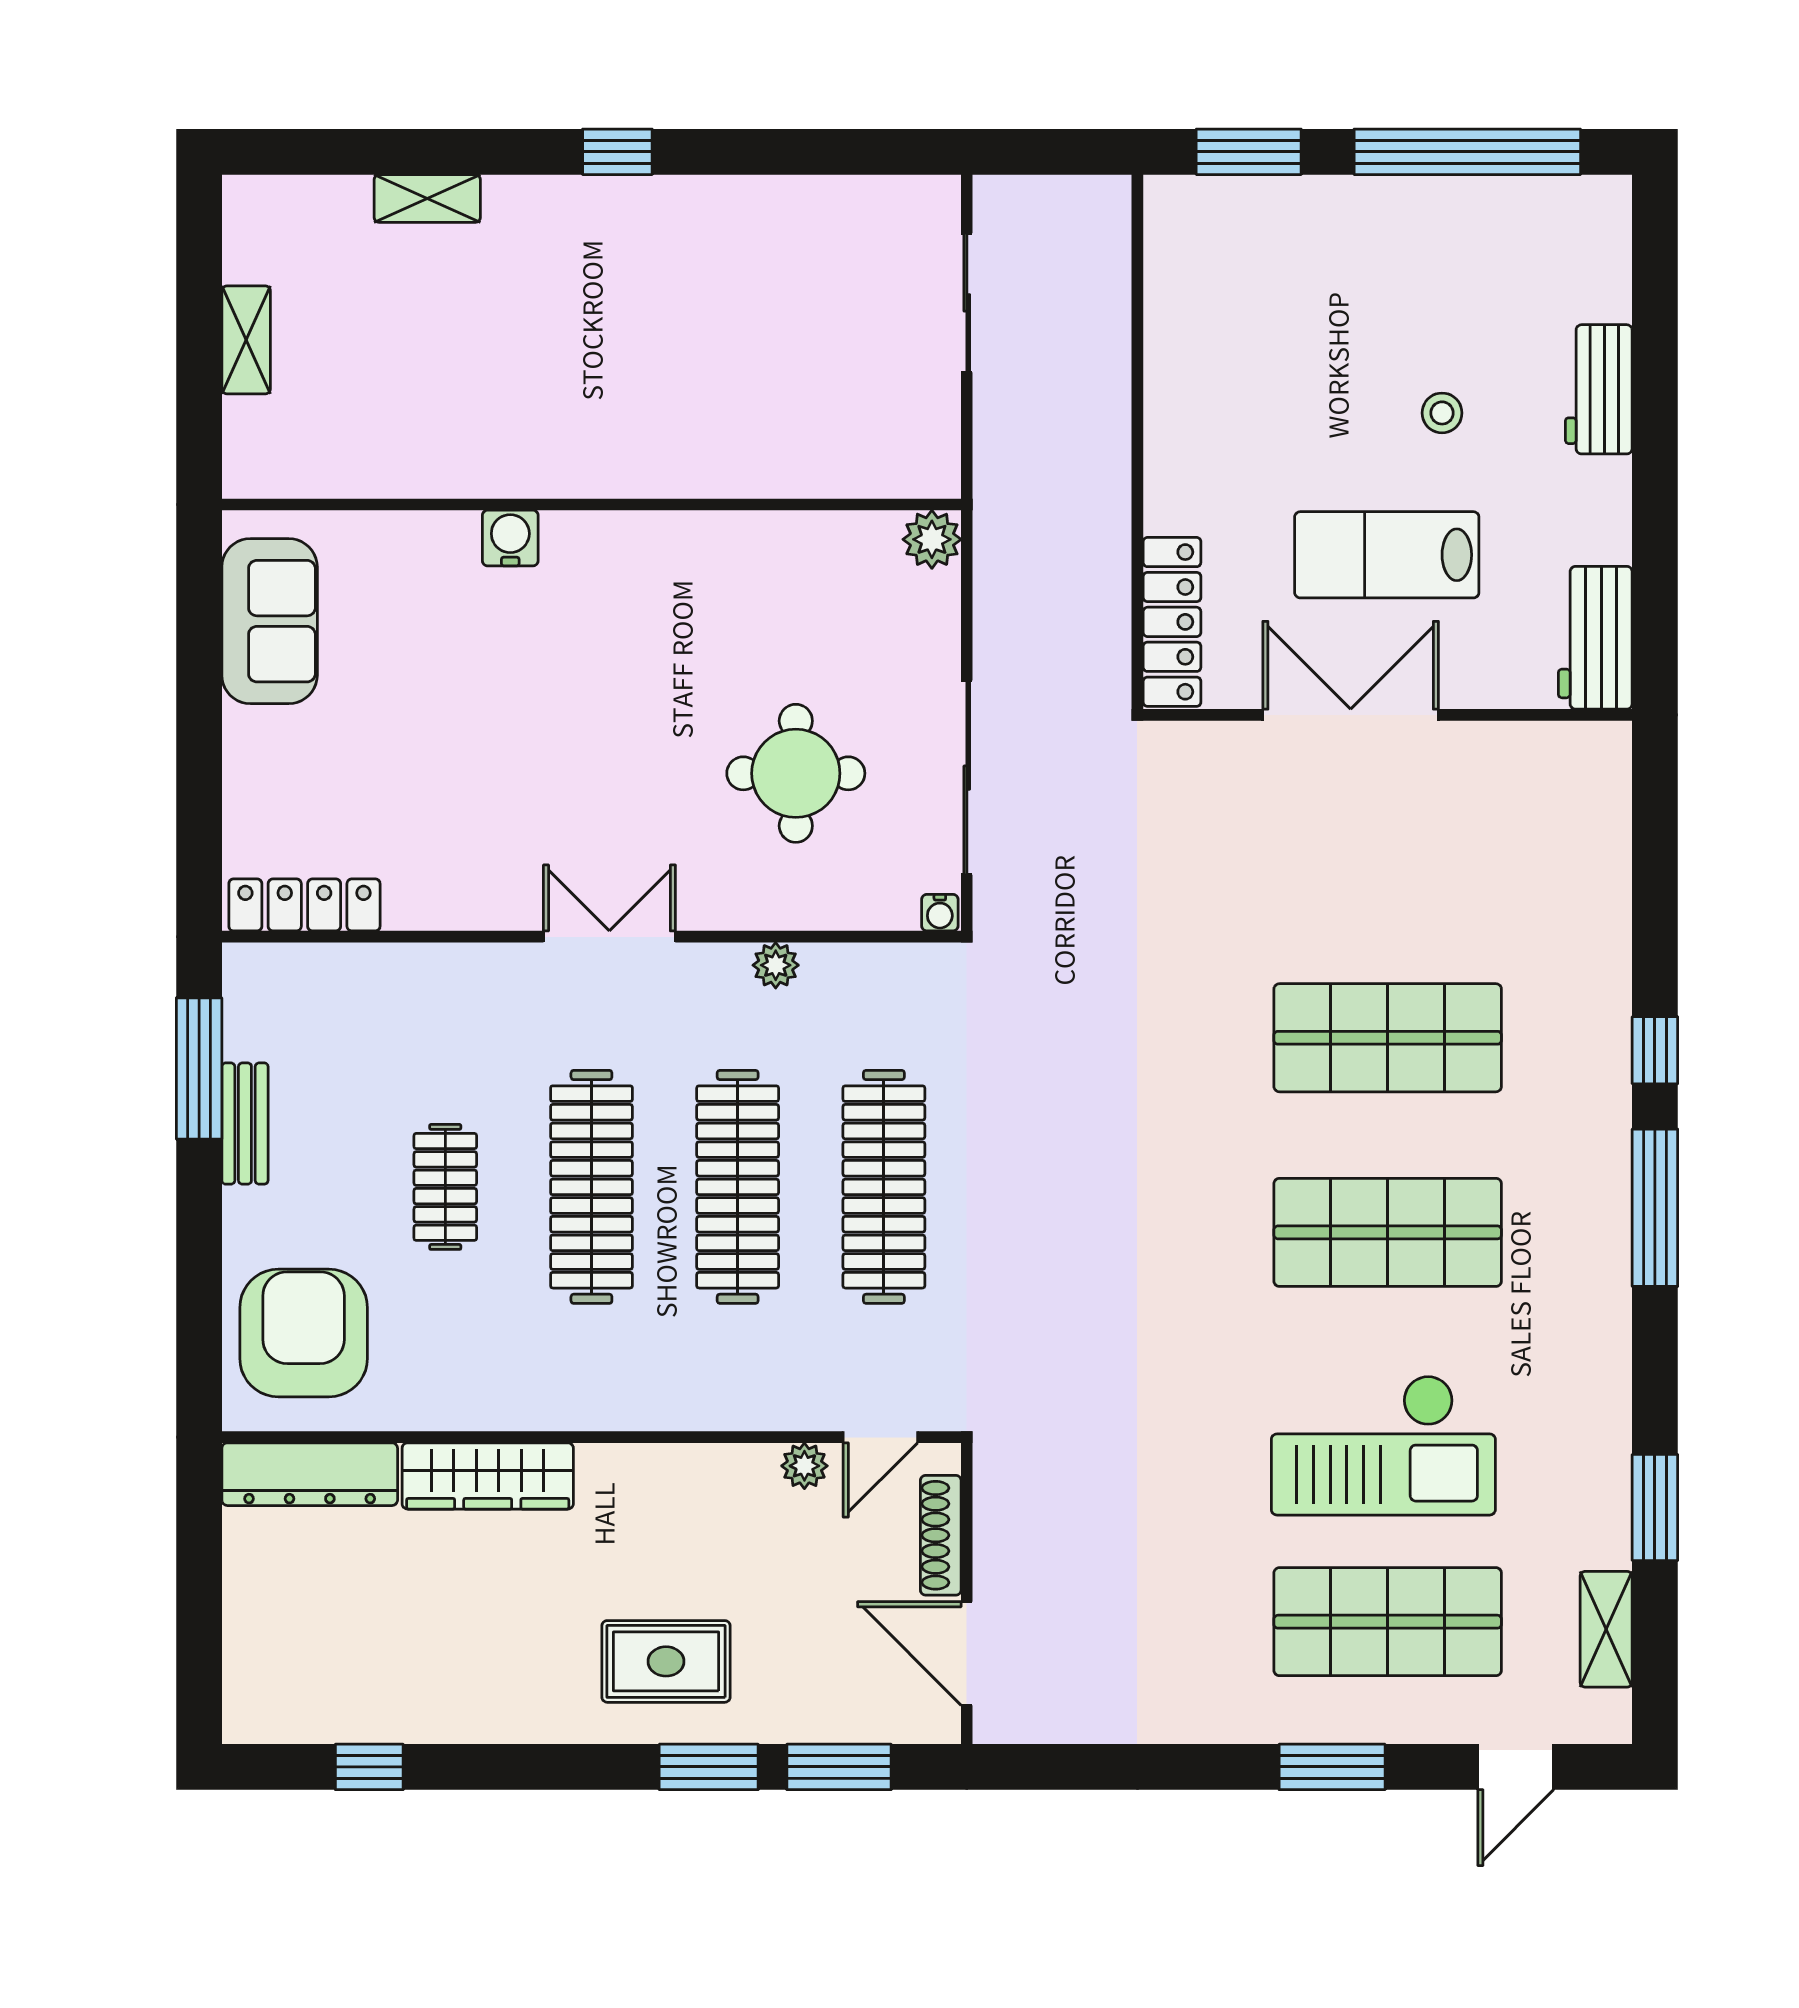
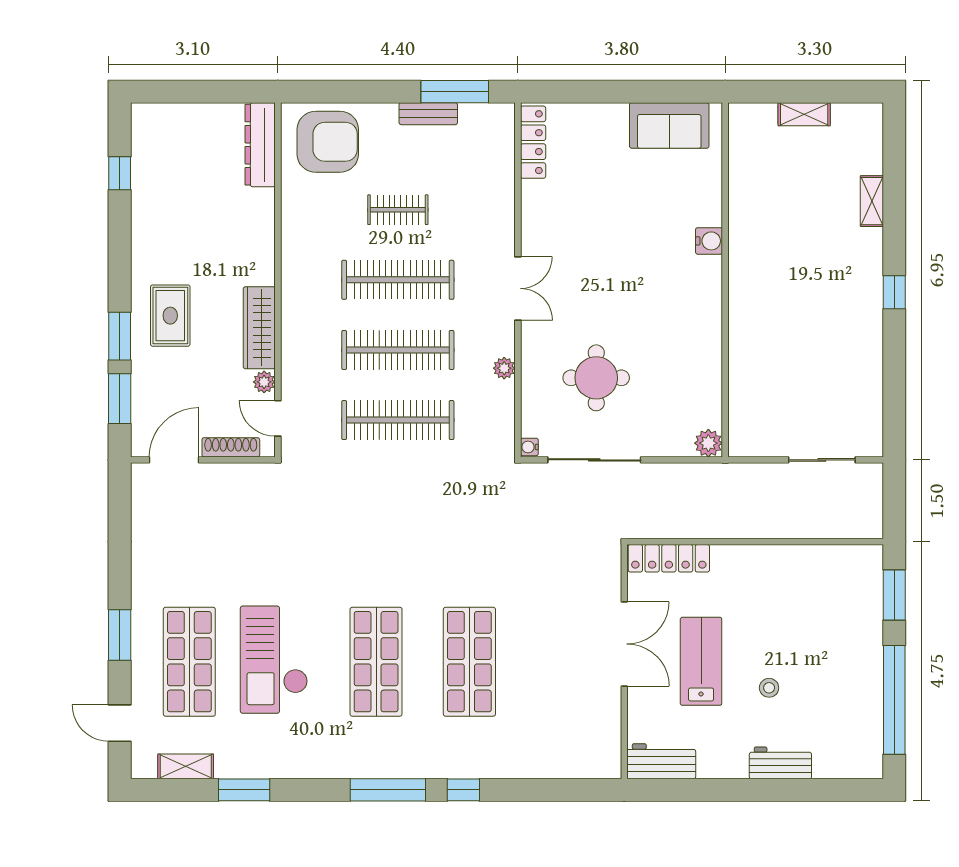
wardrobe: (488, 1476) -> (259, 328), moved

